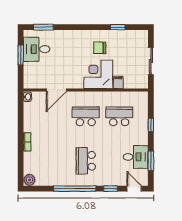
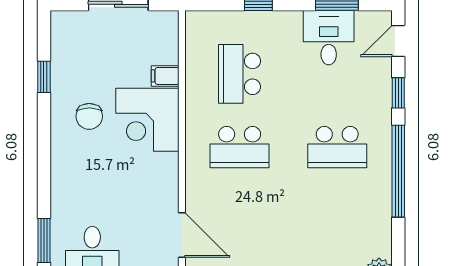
door: (56, 90) -> (182, 235), moved
school desk: (86, 116) -> (240, 147), turned -90

